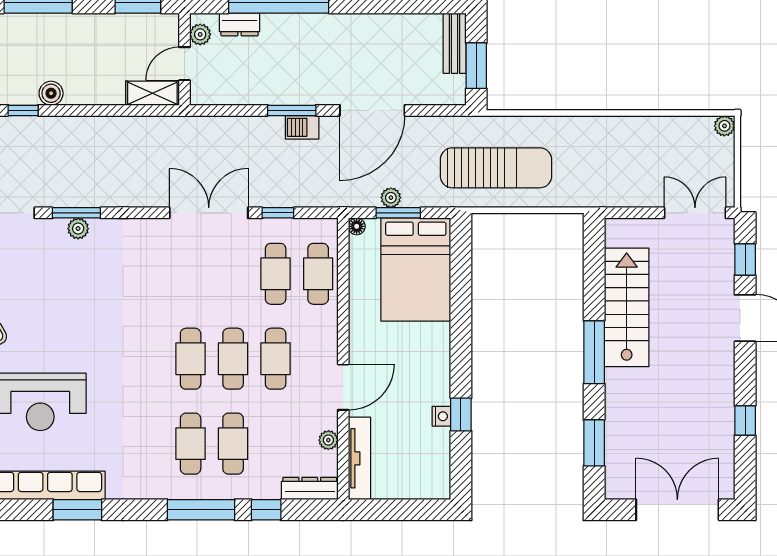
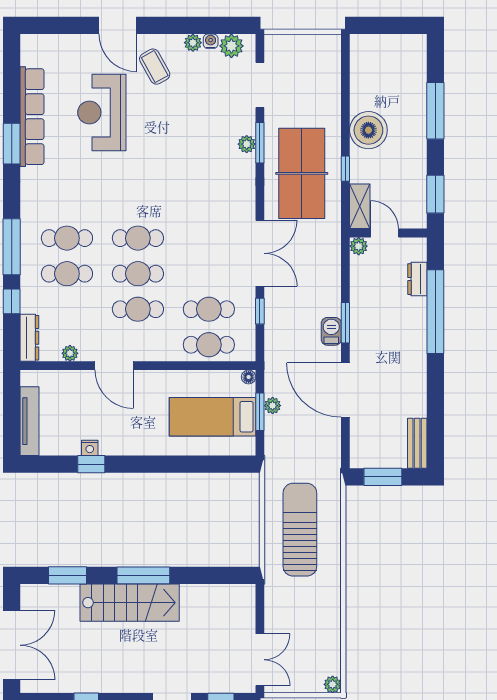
plant: (200, 34) -> (359, 246), moved
bench: (455, 43) -> (417, 443), moved, turned 90
boiler: (51, 93) -> (368, 130), width x1.86, depth x1.86
window: (23, 110) -> (345, 169), moved
table tennis table: (113, 163) -> (302, 173), added
sun lounger: (496, 168) -> (300, 530), moved, turned 180
bed: (416, 270) -> (212, 417), width x0.67
stairs: (627, 307) -> (130, 603), moved
tv unit: (359, 458) -> (30, 421), moved, turned -90

